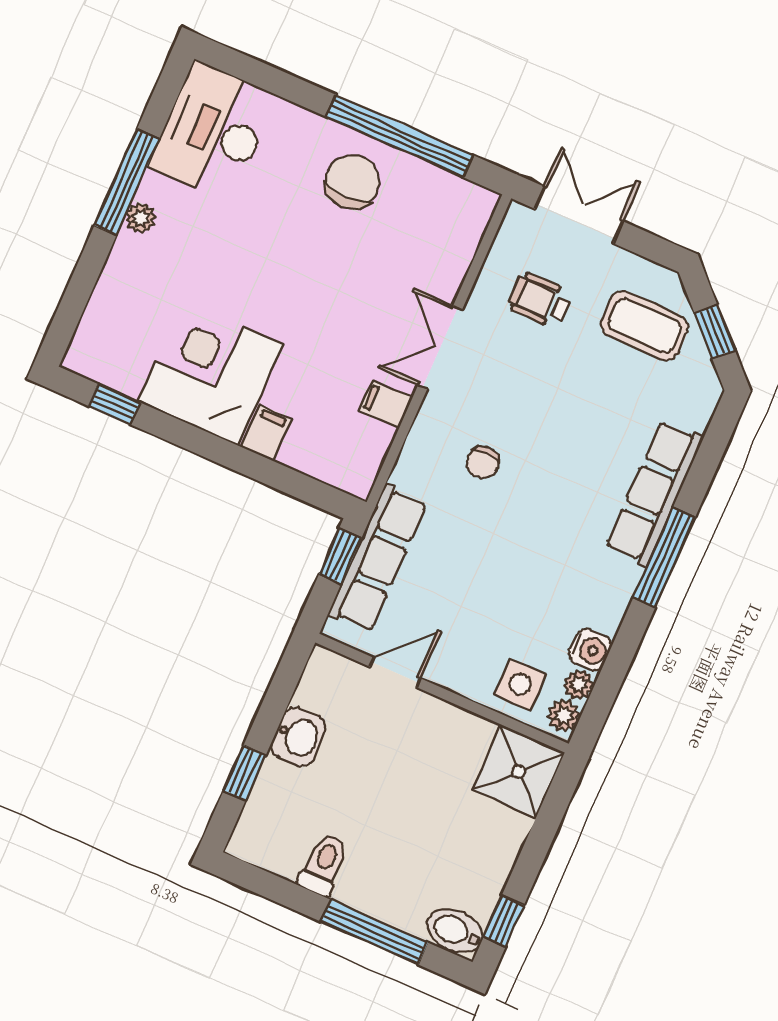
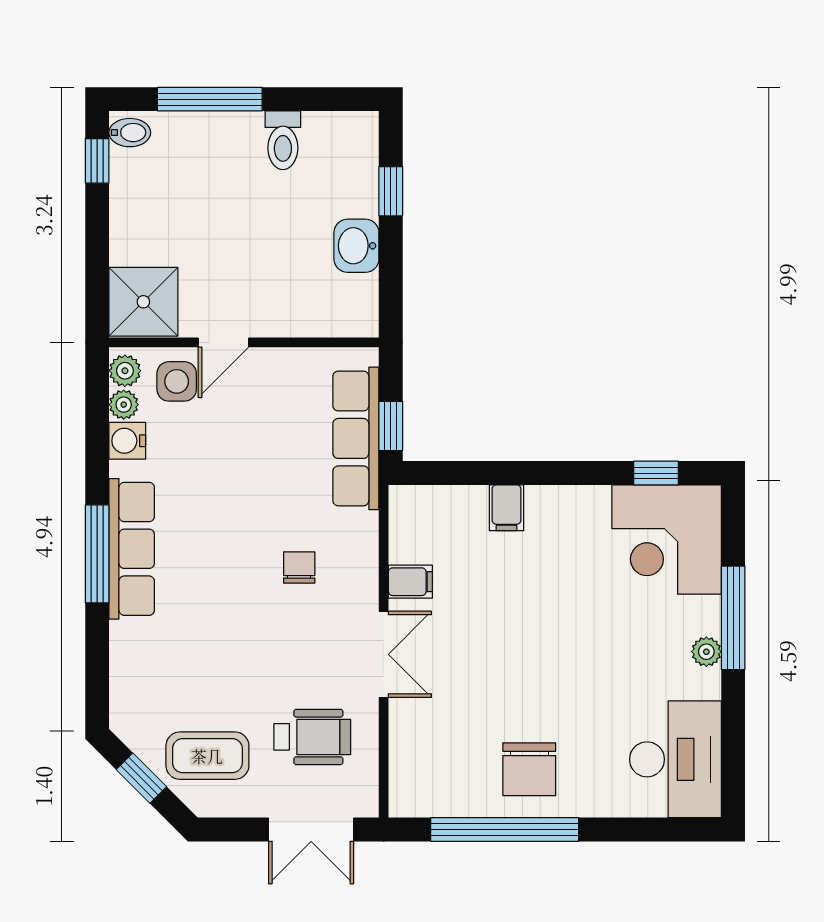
window: (127, 182) -> (733, 618), moved
wheelchair: (540, 300) -> (312, 737), width x1.36, depth x1.37
corner desk: (210, 373) -> (667, 540), moved, turned 90
row of seats: (655, 493) -> (132, 549), moved
door: (395, 672) -> (223, 342), moved
bidet: (455, 931) -> (130, 133), width x0.72, depth x0.74

